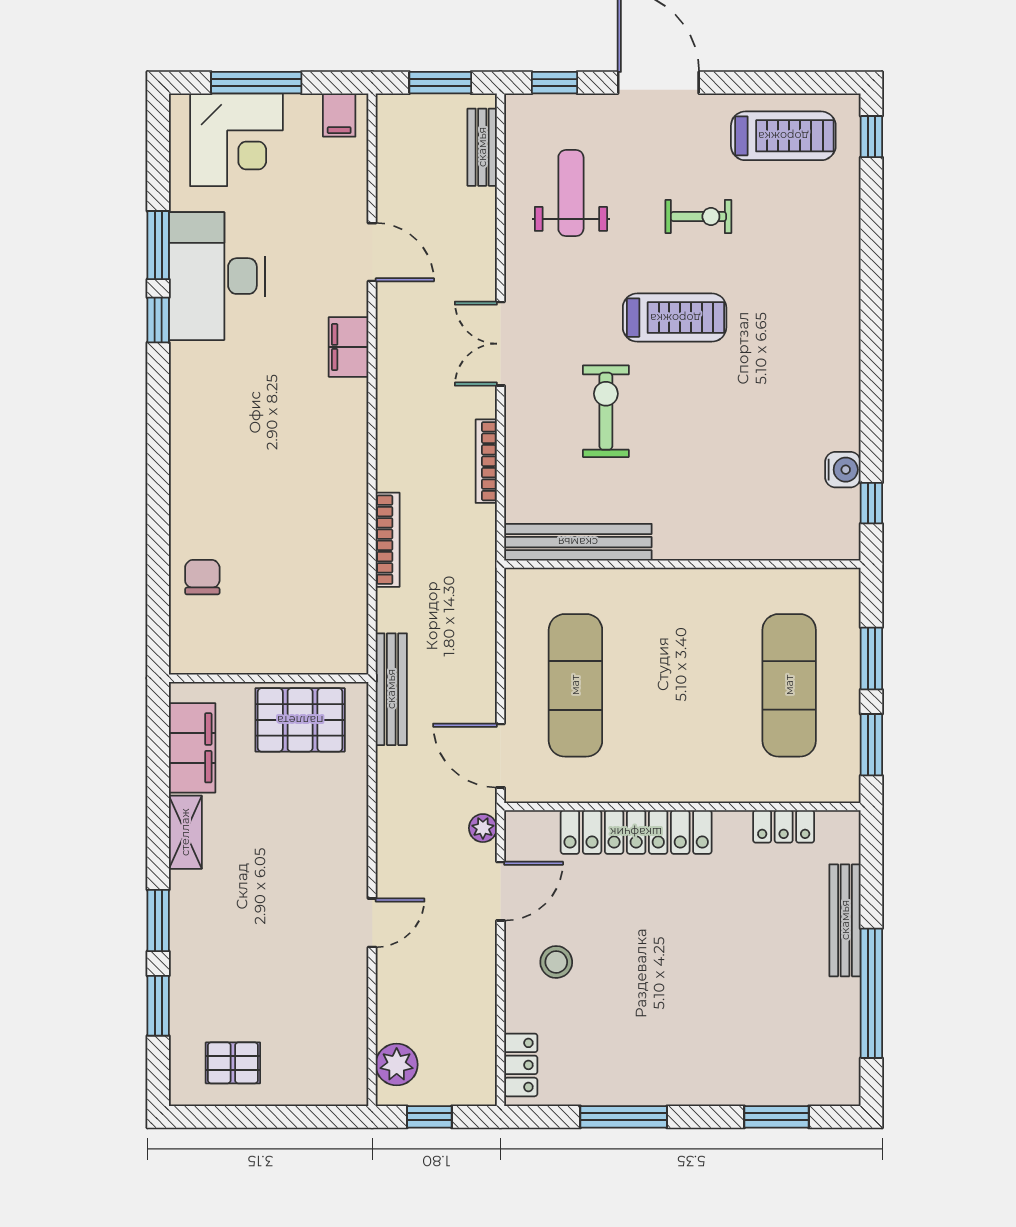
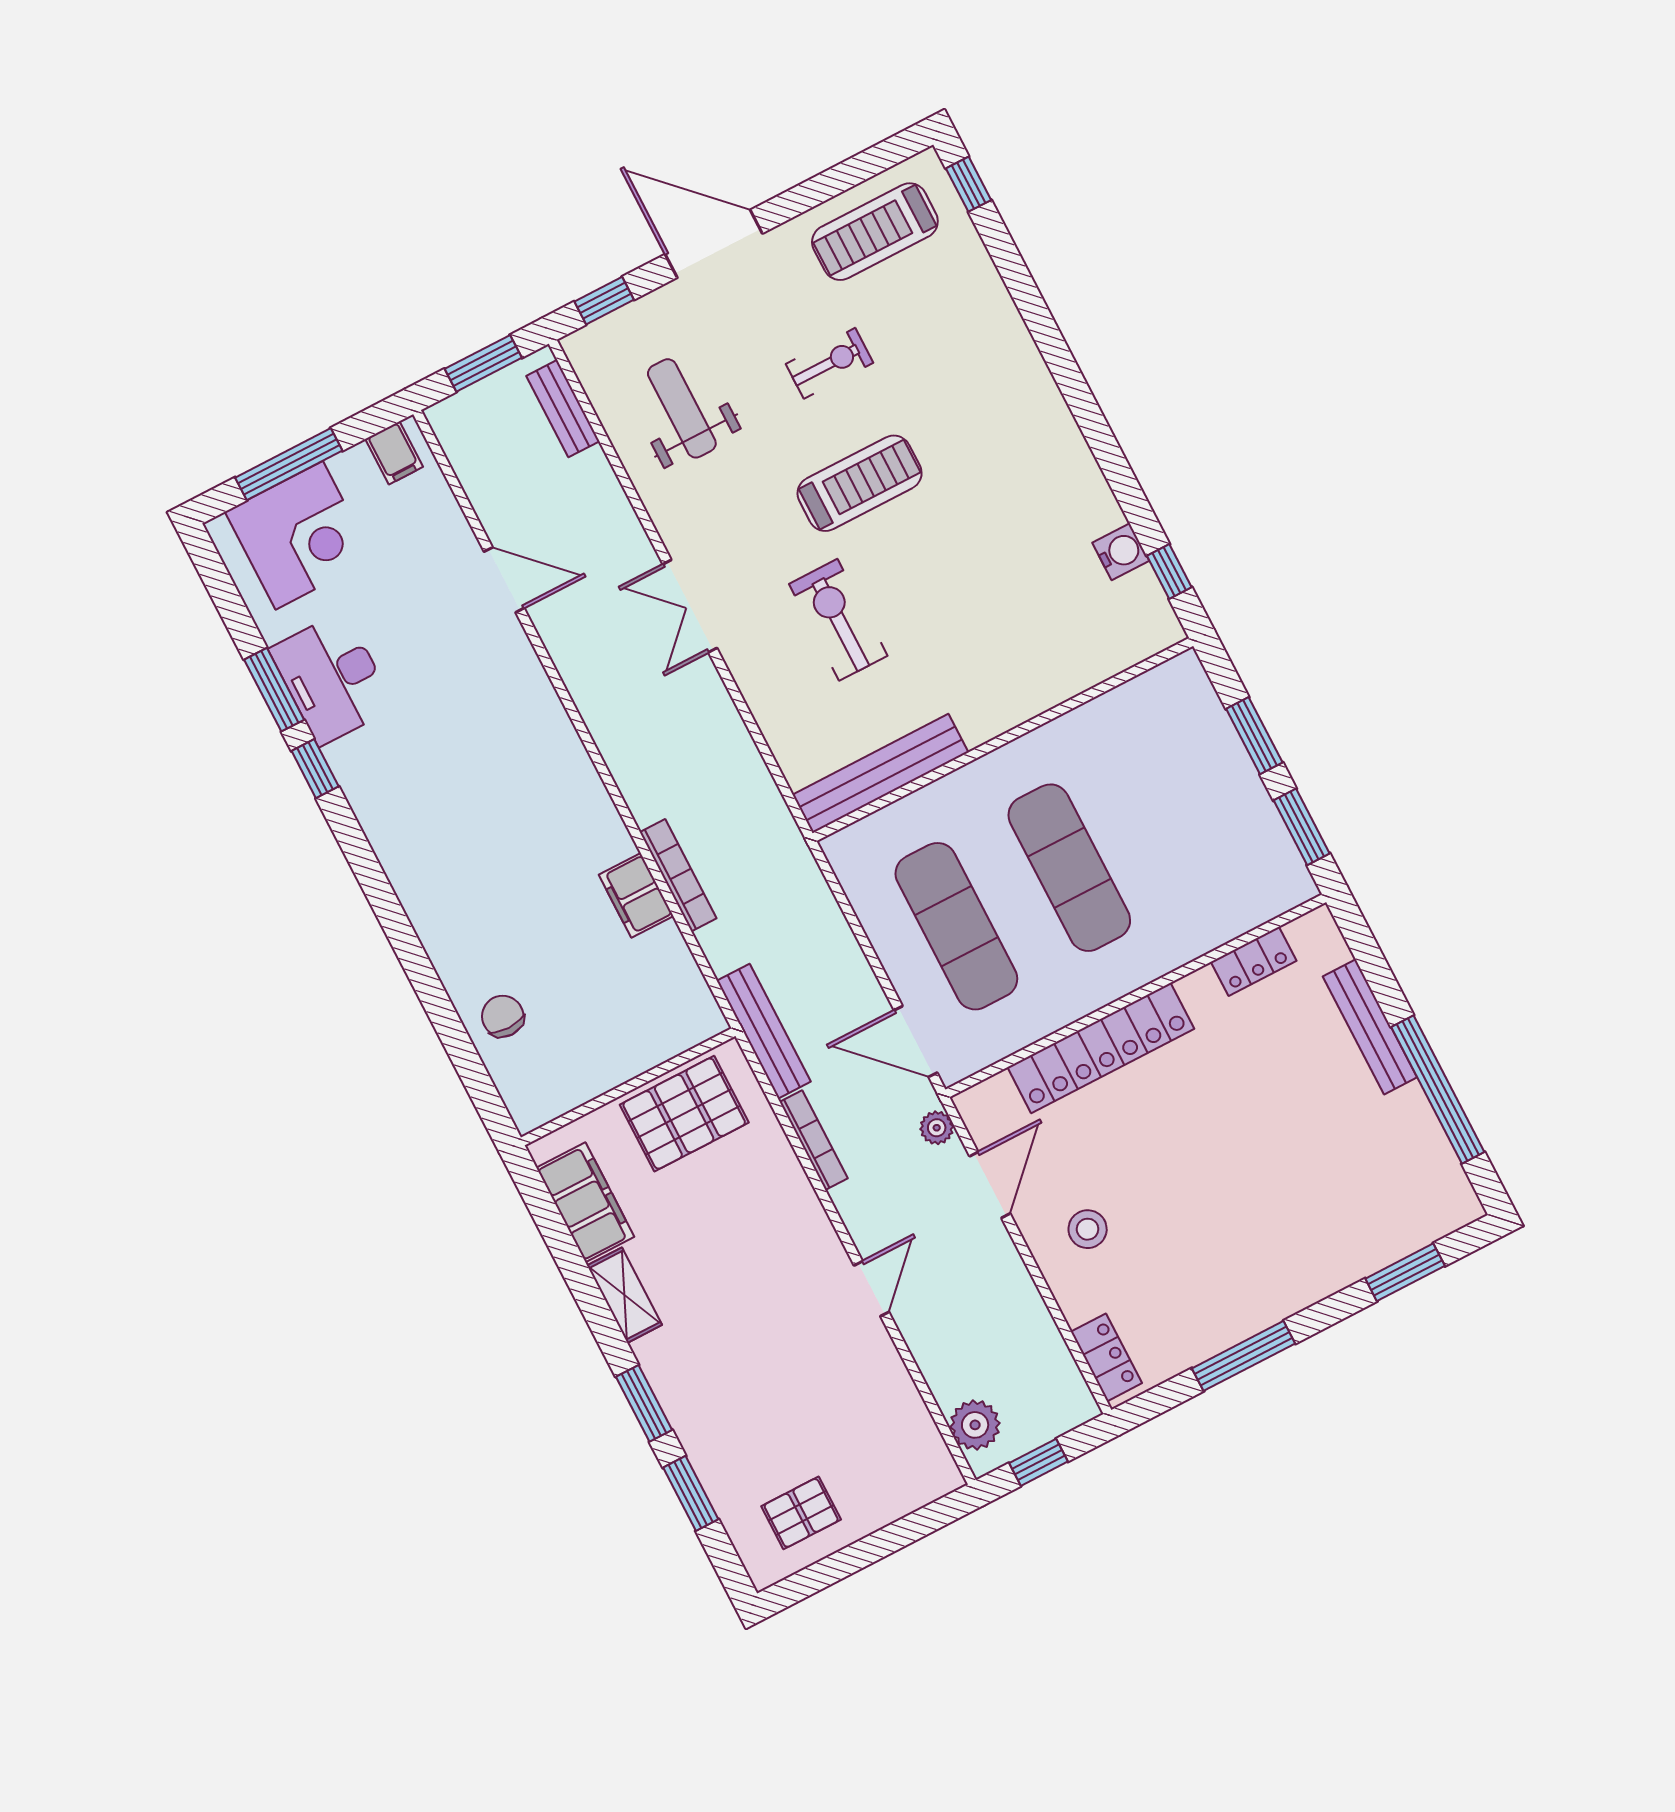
treadmill: (783, 136) -> (875, 232), turned 180
desk: (217, 276) -> (332, 678), width x0.73, depth x0.77
filing cabinet: (349, 347) -> (636, 895), moved
bookcase: (486, 461) -> (814, 1140), moved, turned 180
exercise mat: (789, 685) -> (1069, 868), moved

